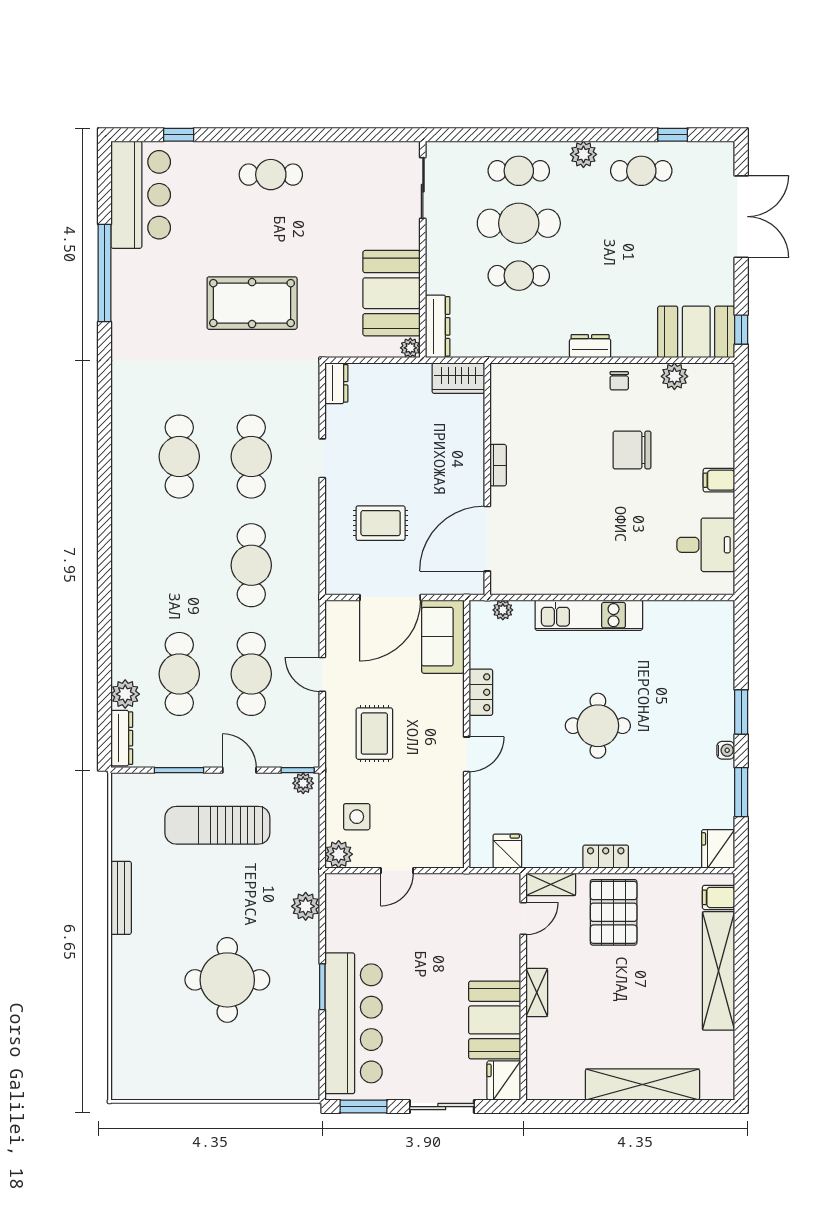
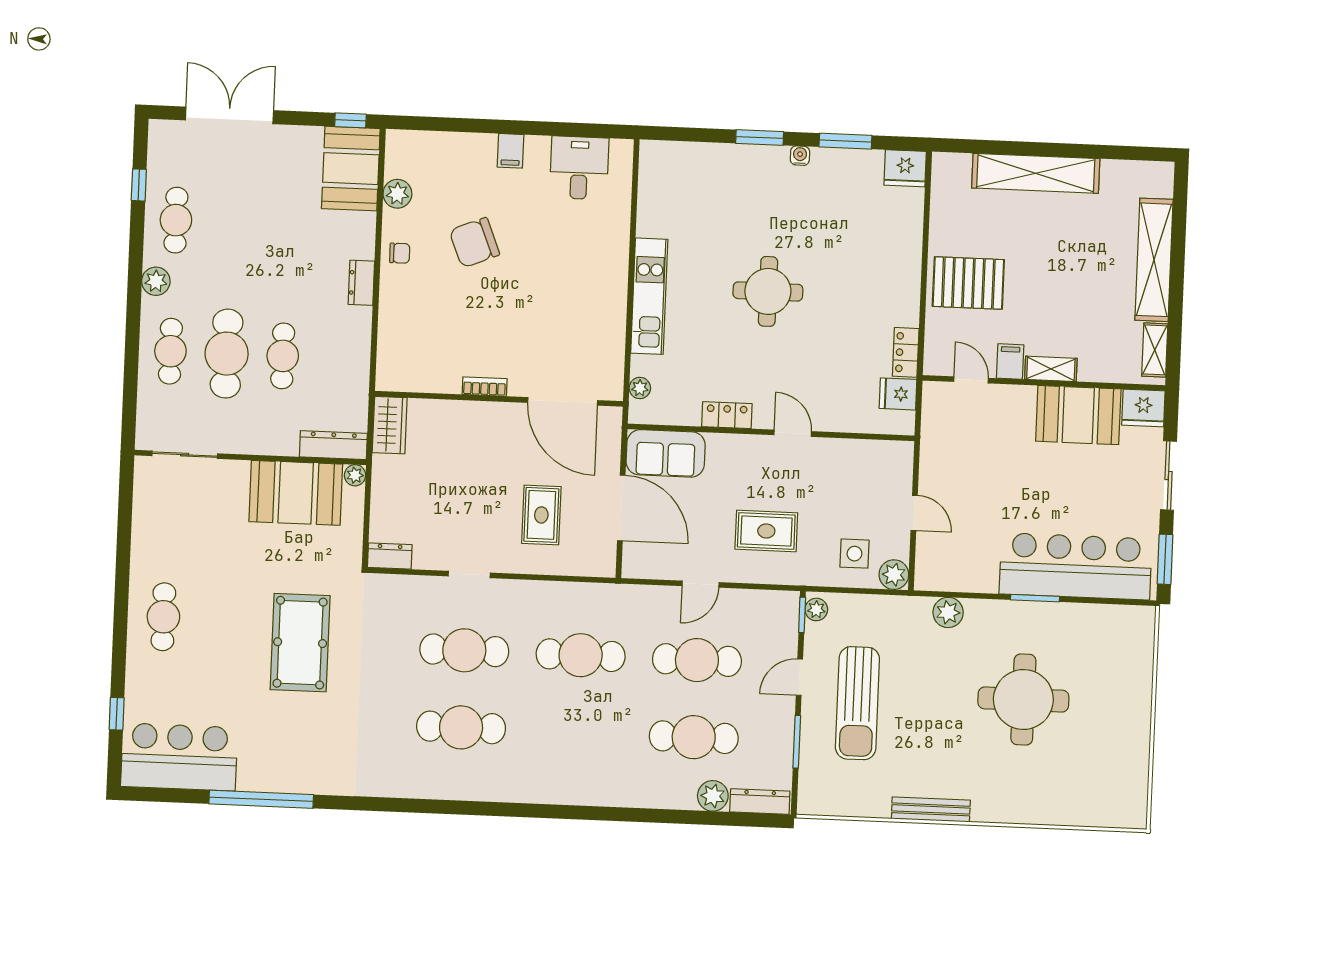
chair: (632, 450) -> (474, 243), turned 68
locker: (606, 857) -> (906, 352), moved
shelving: (551, 884) -> (1155, 350), moved
filing cabinet: (719, 897) -> (1010, 361), moved, turned 180

